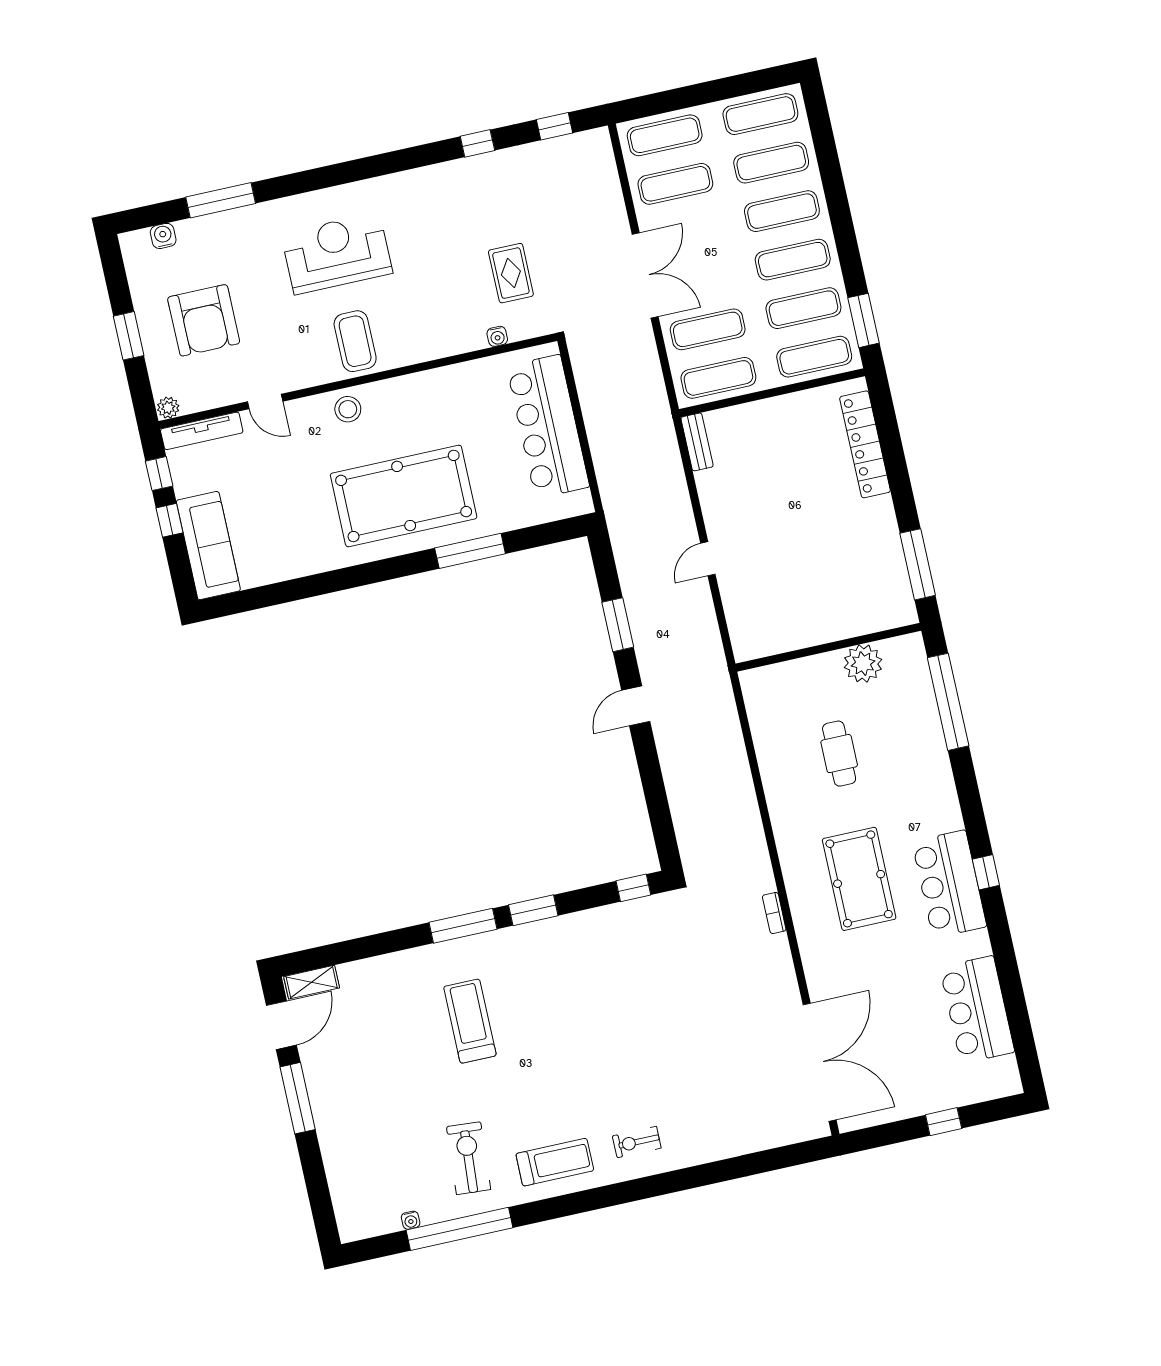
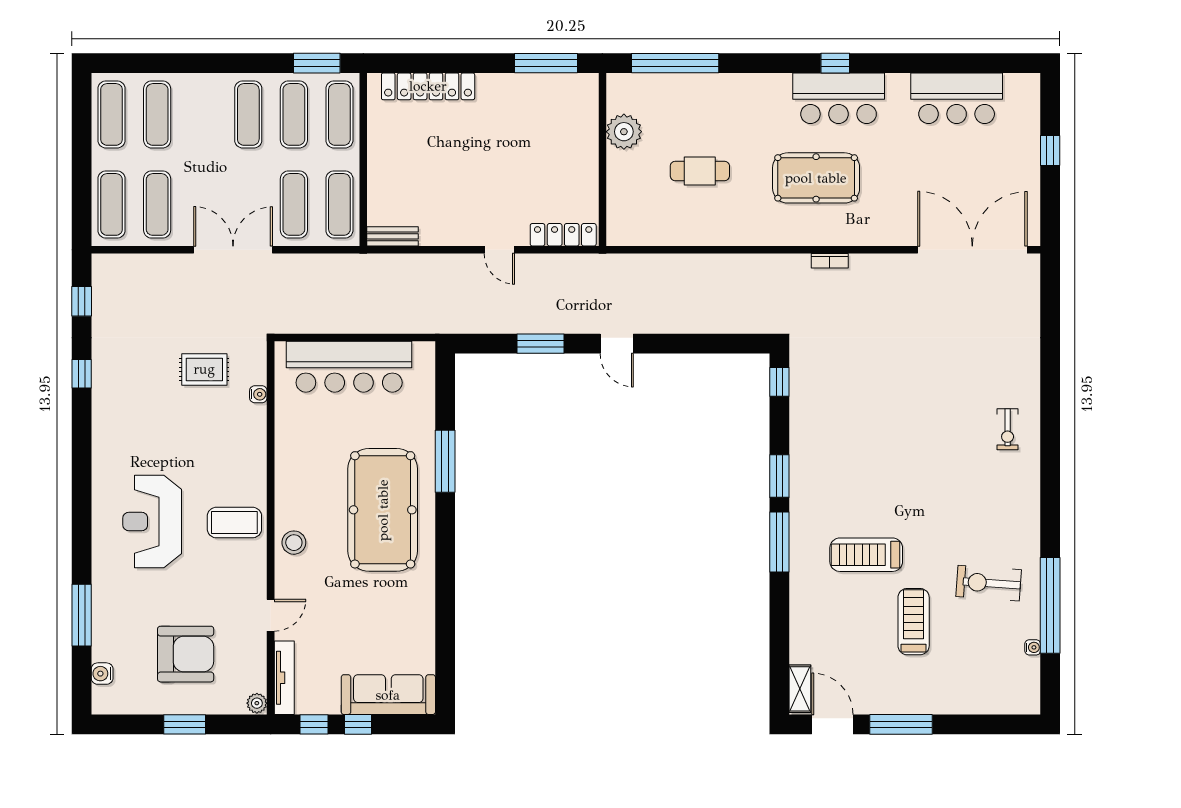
exercise mat: (782, 211) -> (203, 114), removed
locker: (739, 623) -> (563, 235), added
treadmill: (555, 1162) -> (914, 622), moved

